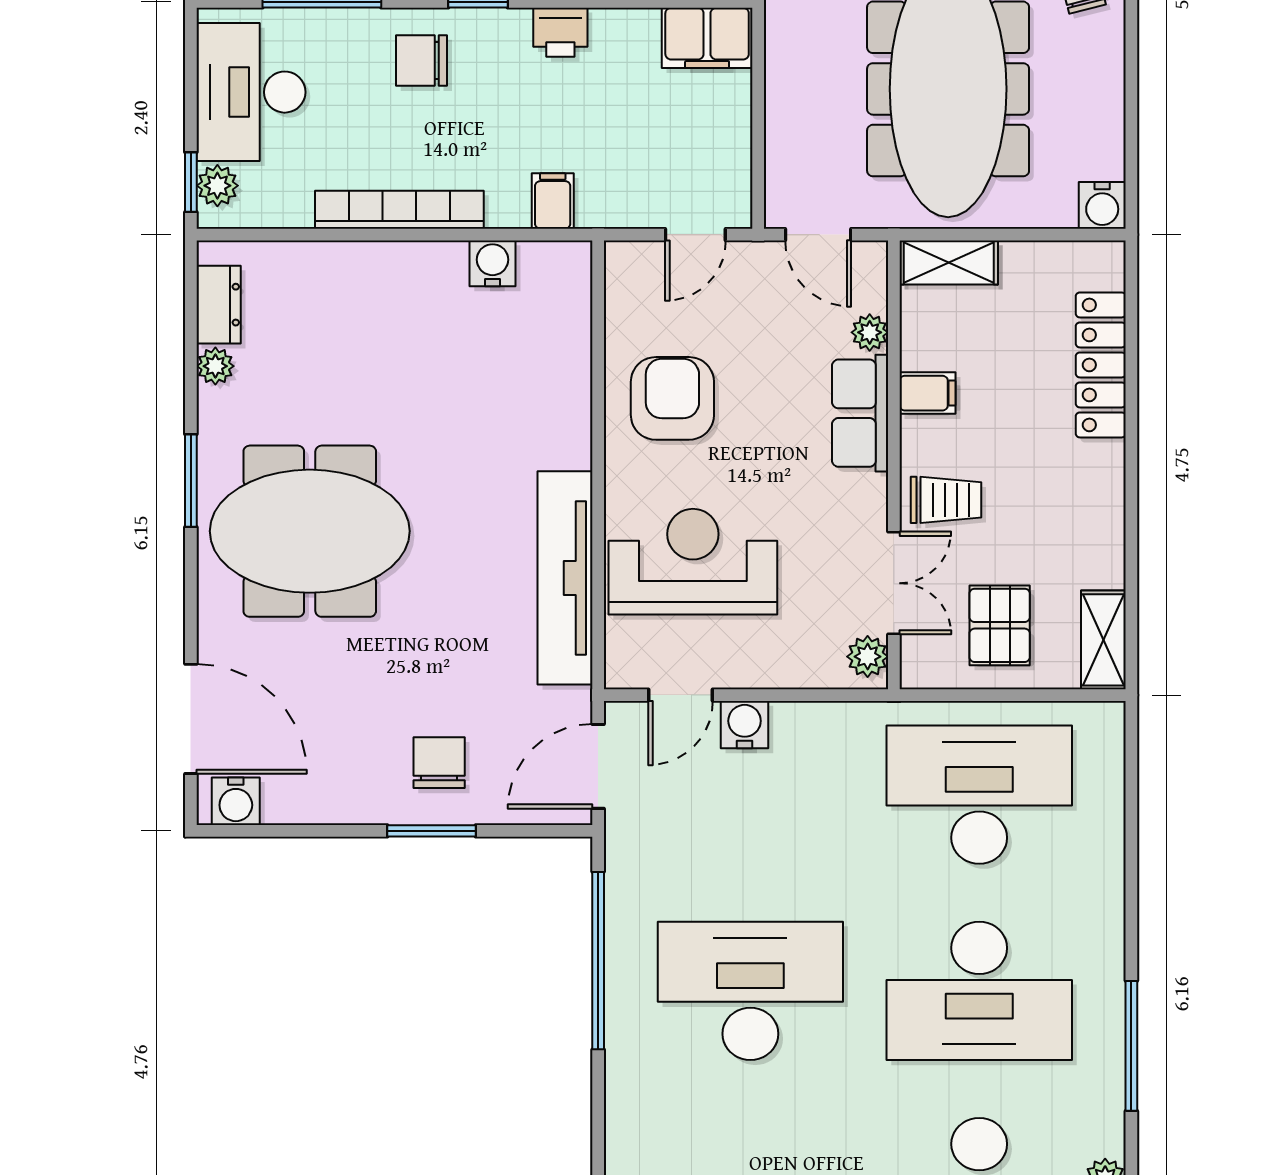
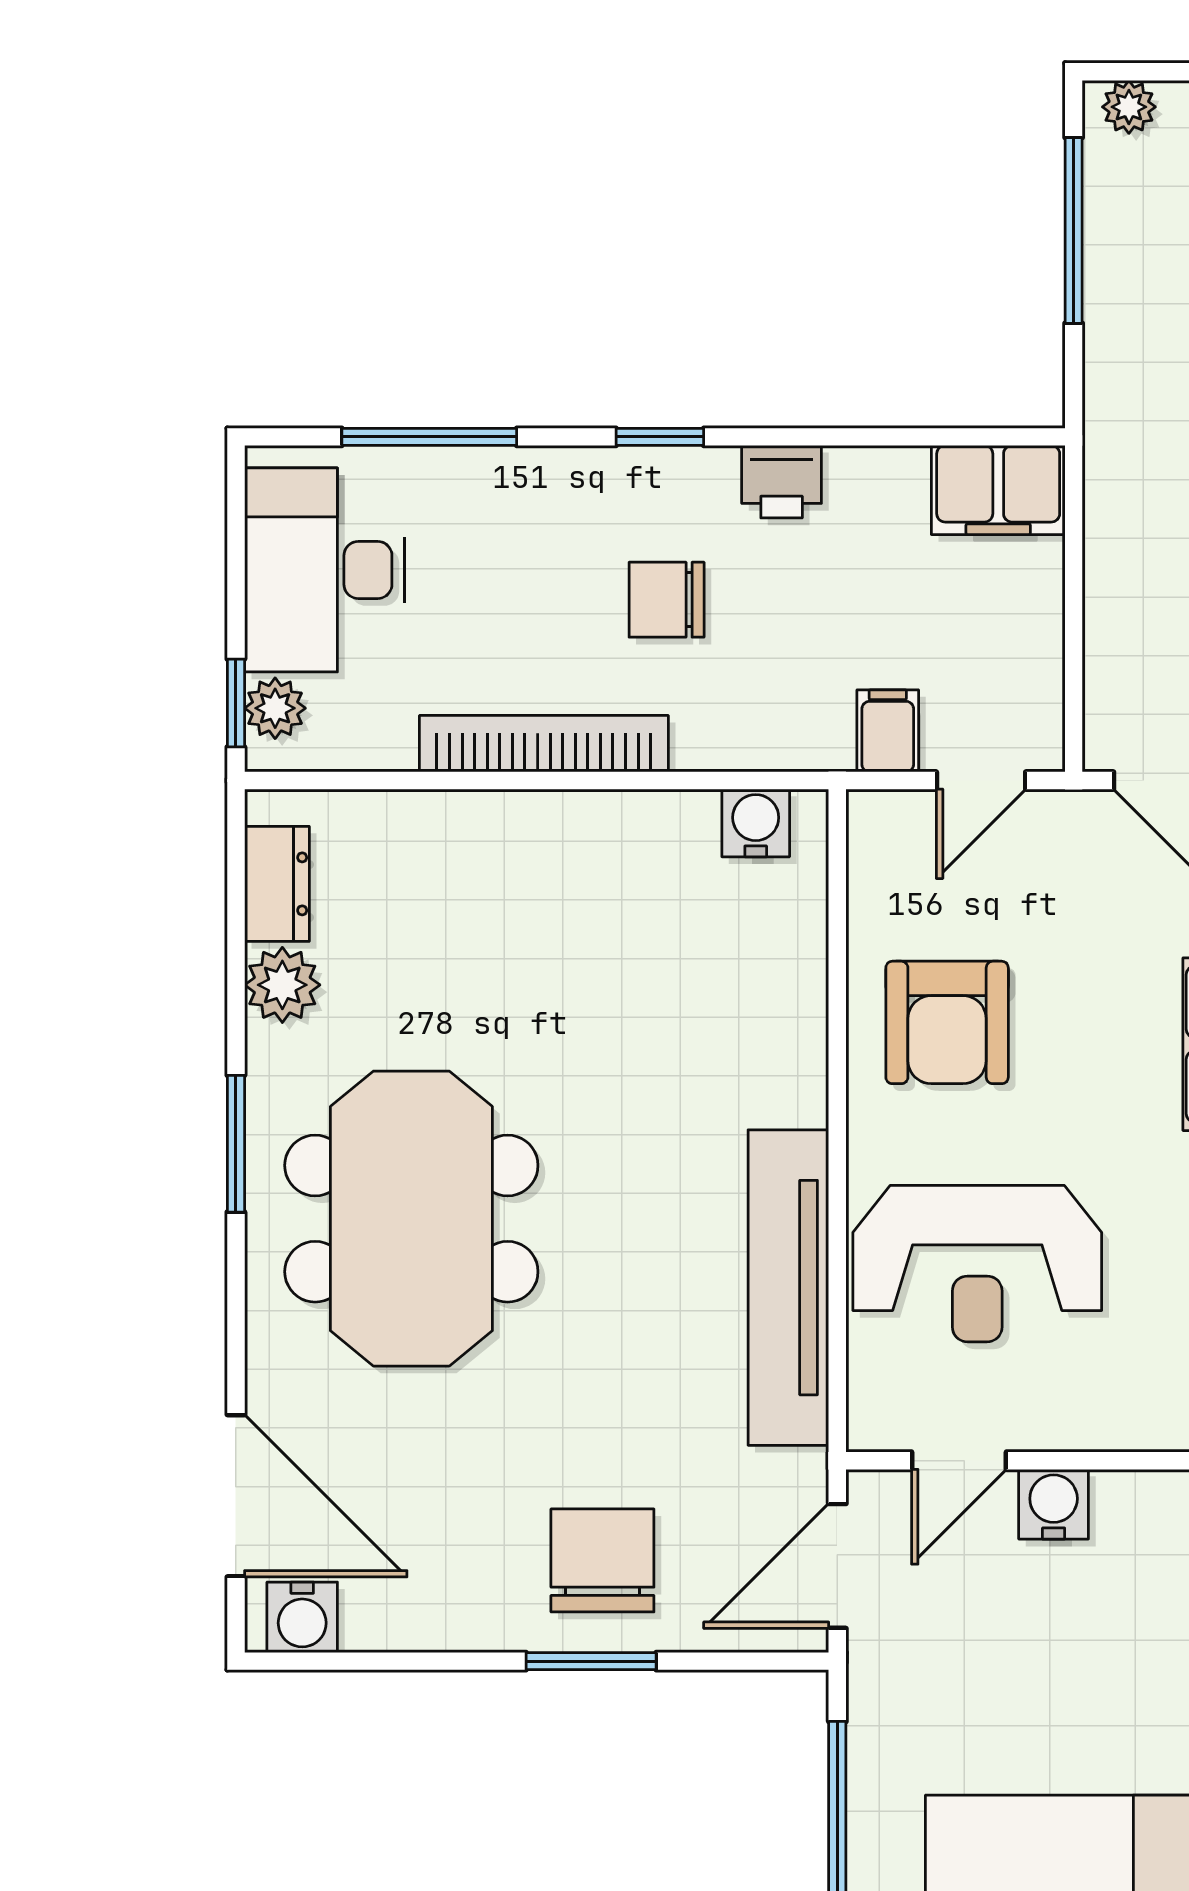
chair: (422, 61) -> (667, 600), moved
filing cabinet: (553, 201) -> (888, 731), moved
water cooler: (493, 263) -> (756, 823), moved
plant: (215, 366) -> (282, 985), width x1.38, depth x1.38
armchair: (672, 398) -> (947, 1022), turned 180
meeting table: (310, 531) -> (411, 1219), turned 90
reception desk: (693, 562) -> (977, 1264), turned 180
chair: (439, 763) -> (602, 1560), width x1.37, depth x1.37

